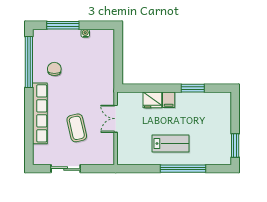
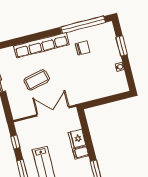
window: (63, 25) -> (122, 46), width x0.69
double door: (116, 119) -> (53, 111), width x1.37
window: (139, 169) -> (15, 142), added

